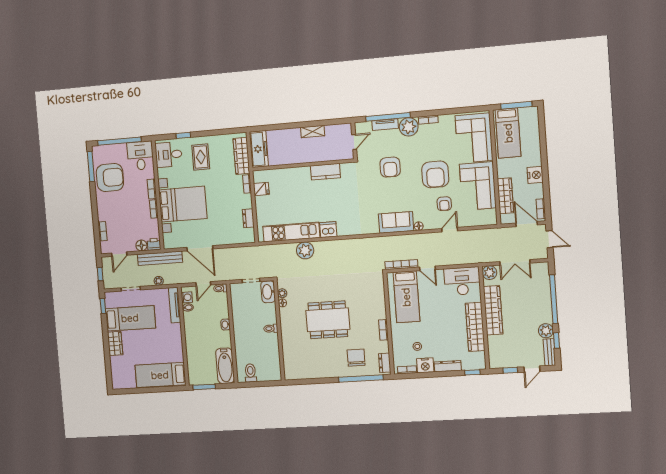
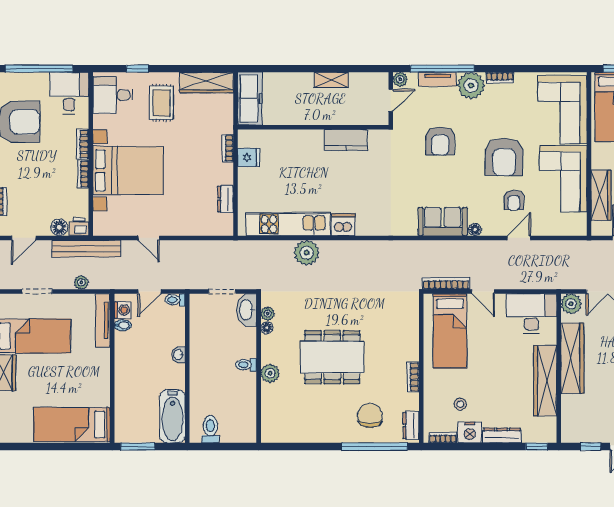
plant: (359, 127) -> (400, 79), added
wardrobe: (241, 156) -> (206, 83), moved, turned -90
door: (200, 248) -> (149, 238), width x0.53
plant: (287, 333) -> (270, 373), added

